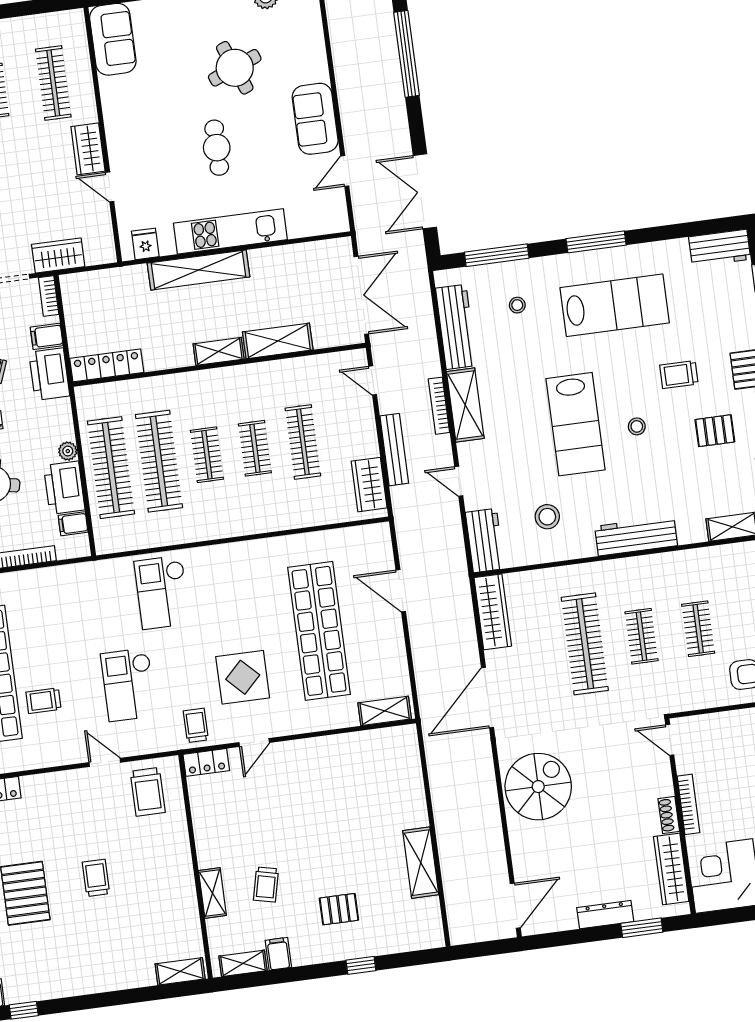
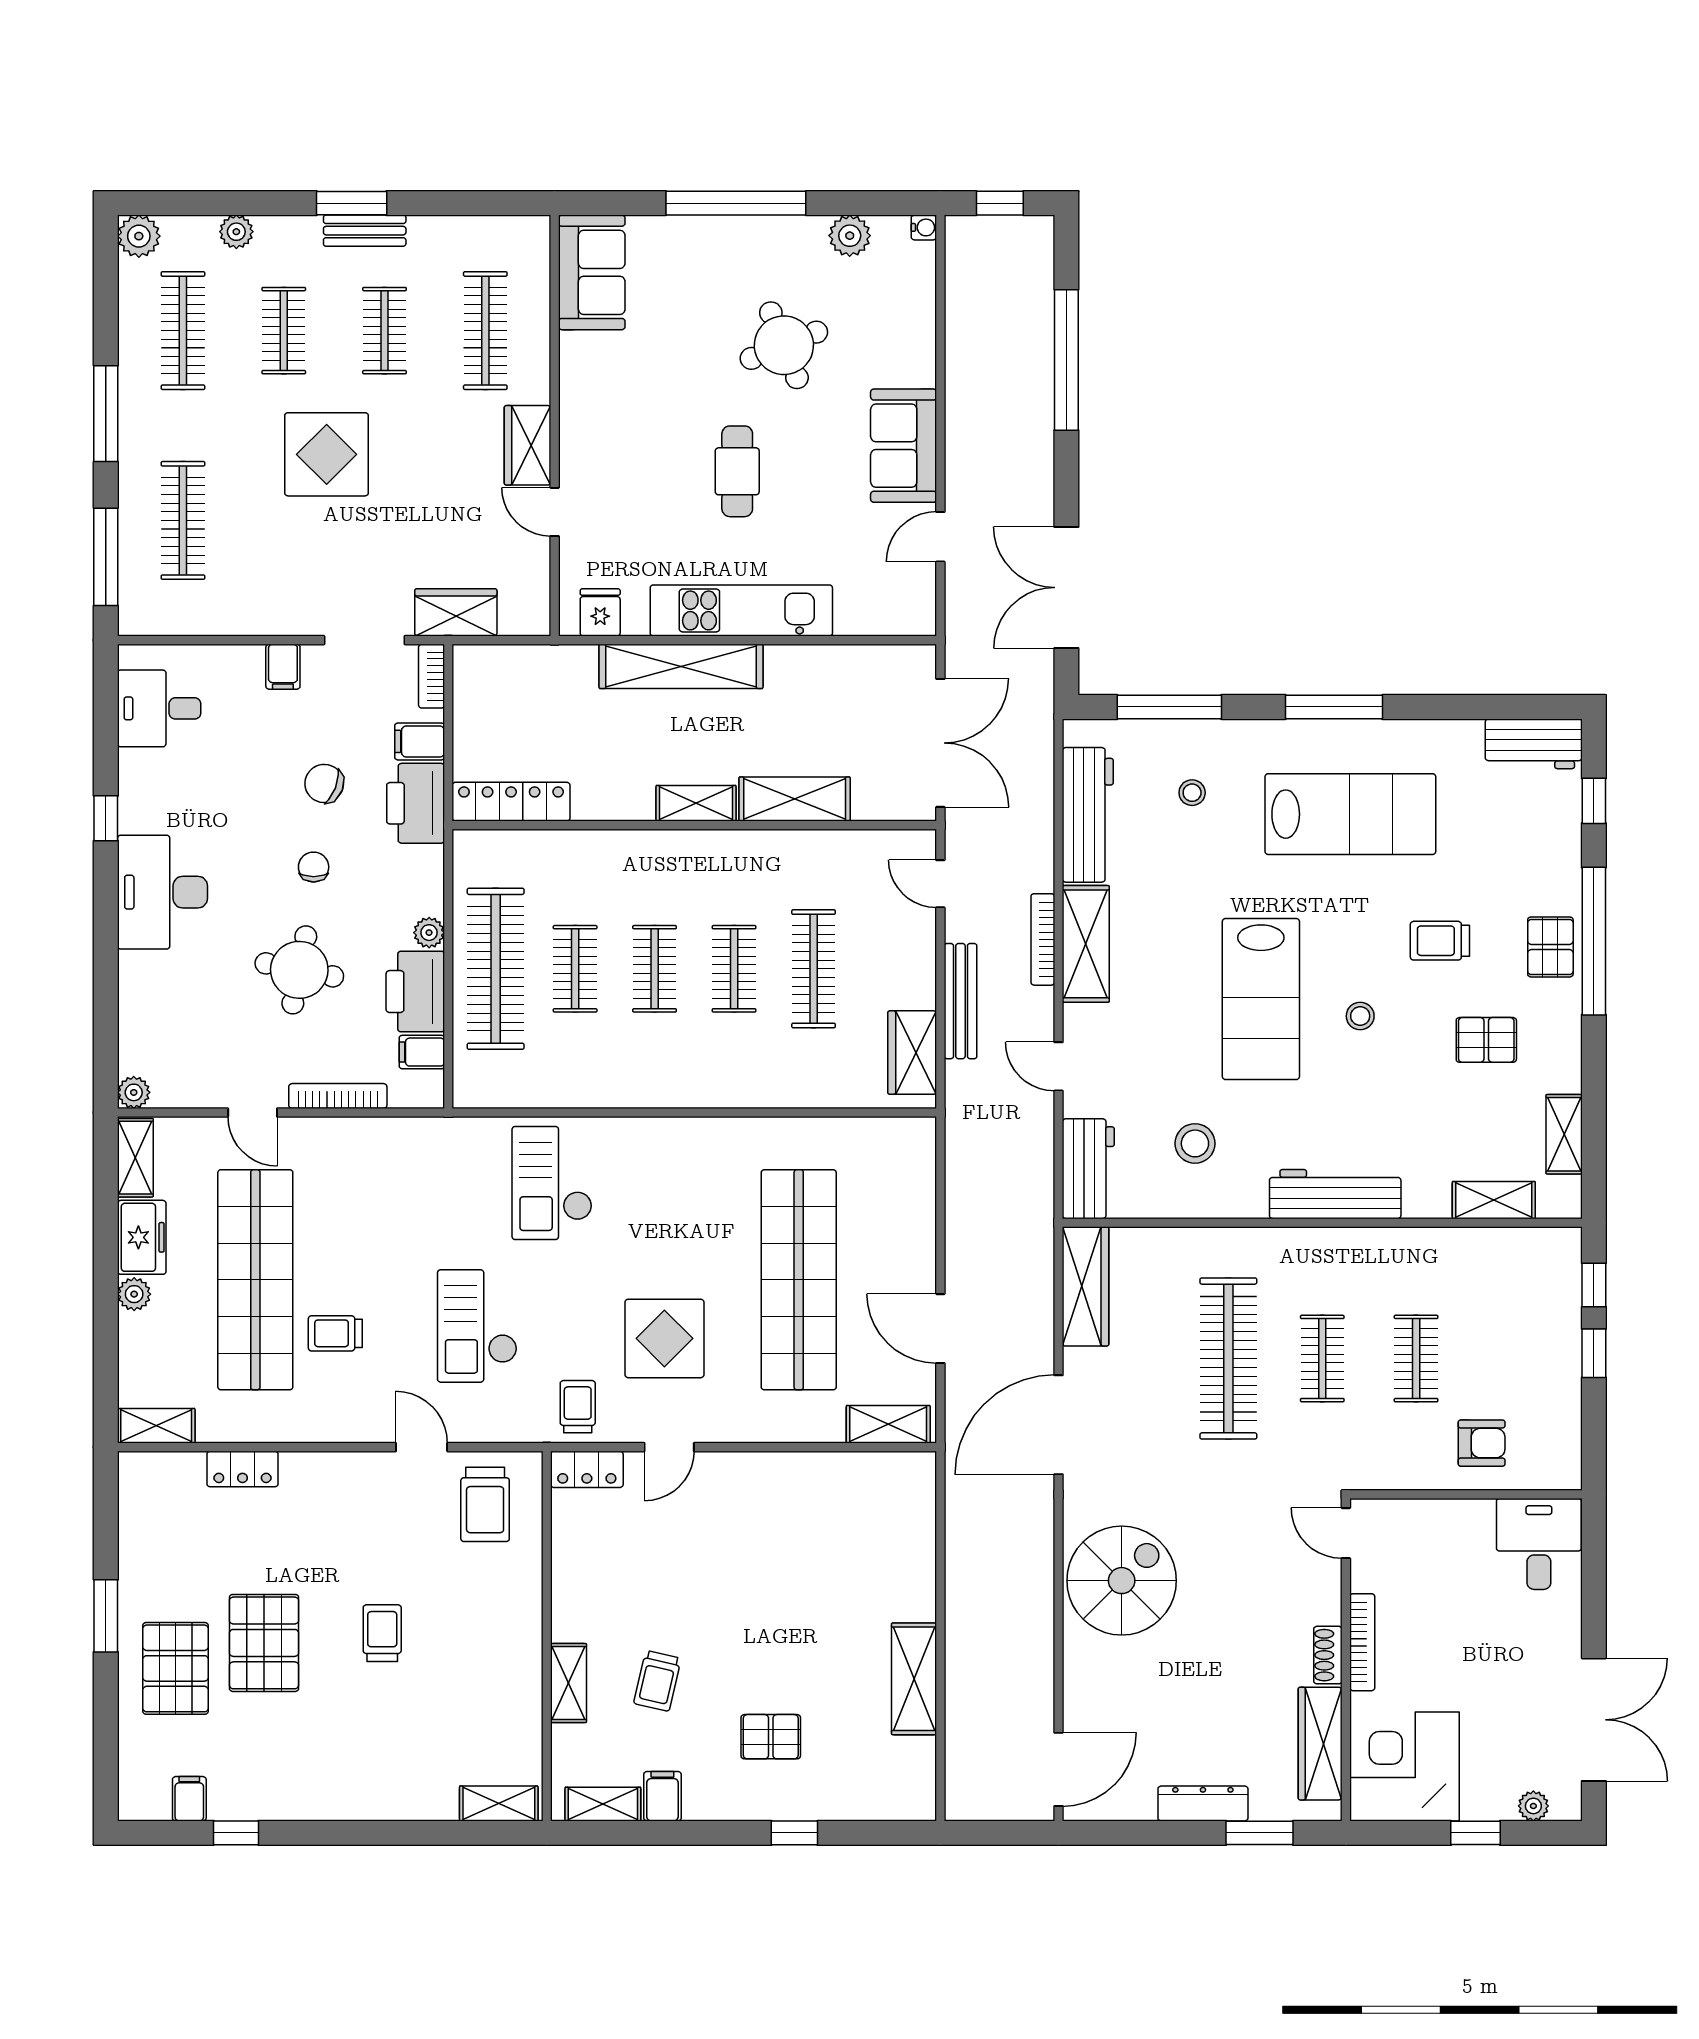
clothes rail: (159, 461) -> (575, 969), width x0.54, depth x0.76
door: (401, 591) -> (940, 1329), moved

